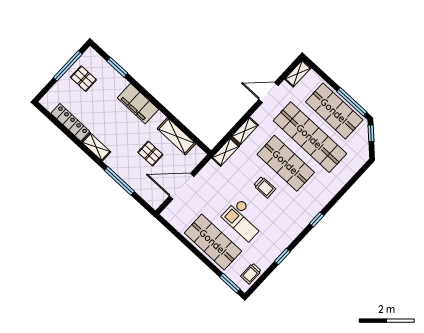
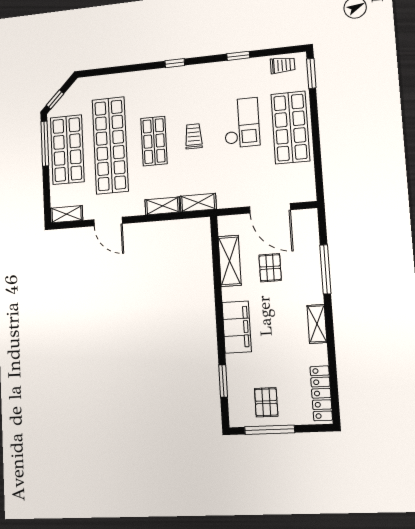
locker: (70, 122) -> (321, 393), moved
shop shelf: (286, 163) -> (154, 141), width x0.70, depth x0.74

